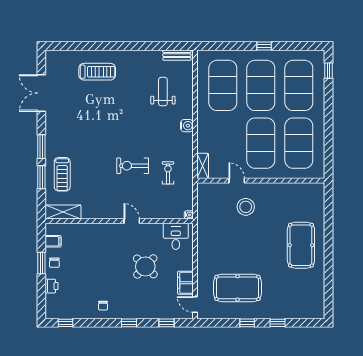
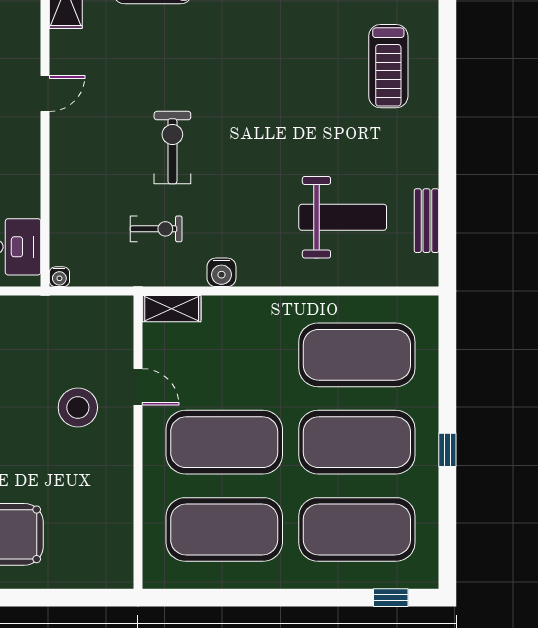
bench: (177, 55) -> (426, 221), moved
weight bench: (163, 92) -> (343, 217), width x1.36, depth x1.33
water cooler: (187, 126) -> (221, 272), moved
door: (237, 181) -> (138, 387), hinge flipped
door: (132, 221) -> (45, 94), moved

